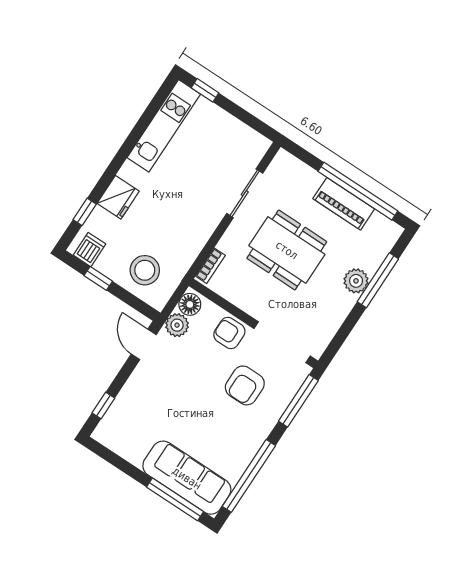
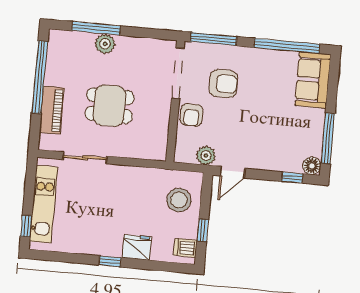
kitchen unit: (164, 126) -> (44, 204), moved, turned 90
piano: (344, 204) -> (52, 110), moved
window: (85, 212) -> (110, 261), moved
dining table: (287, 250) -> (110, 106), width x0.73
bookcase: (210, 266) -> (150, 154), removed
floor lamp: (190, 304) -> (312, 166), moved
sofa: (187, 478) -> (313, 80), width x0.73
window: (175, 499) -> (328, 139), moved

